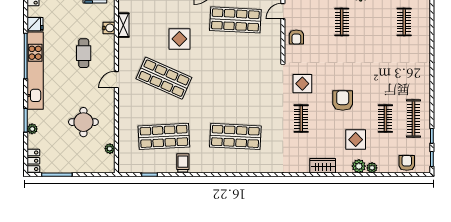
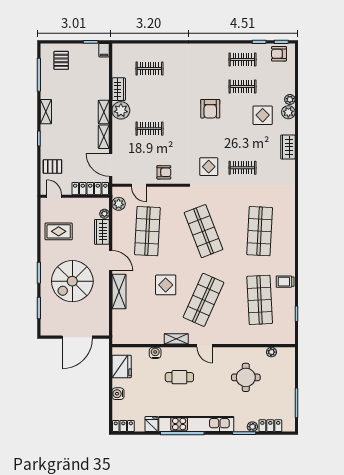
shelving: (123, 25) -> (176, 339), moved
shop shelf: (235, 78) -> (204, 231), added
armchair: (343, 100) -> (210, 109), moved, turned -90
clothes rail: (414, 119) -> (242, 59), width x0.73
locker: (33, 161) -> (270, 426), moved
armchair: (407, 163) -> (279, 54), moved

